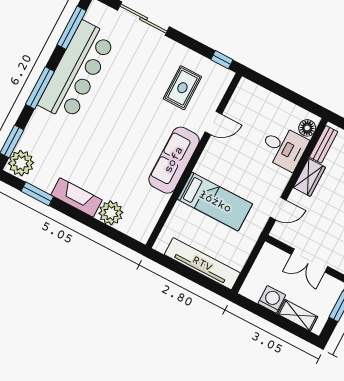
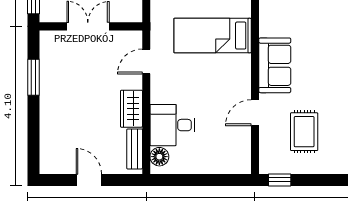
sofa: (174, 160) -> (275, 65), width x0.73

